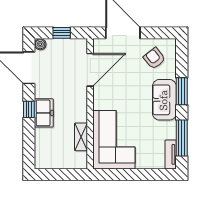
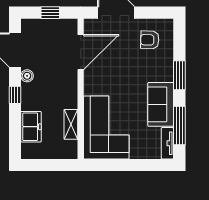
boiler: (40, 44) -> (27, 76), moved
armchair: (154, 58) -> (150, 40), turned -50
sofa: (164, 100) -> (161, 104), moved
freezer: (44, 113) -> (31, 127), moved

